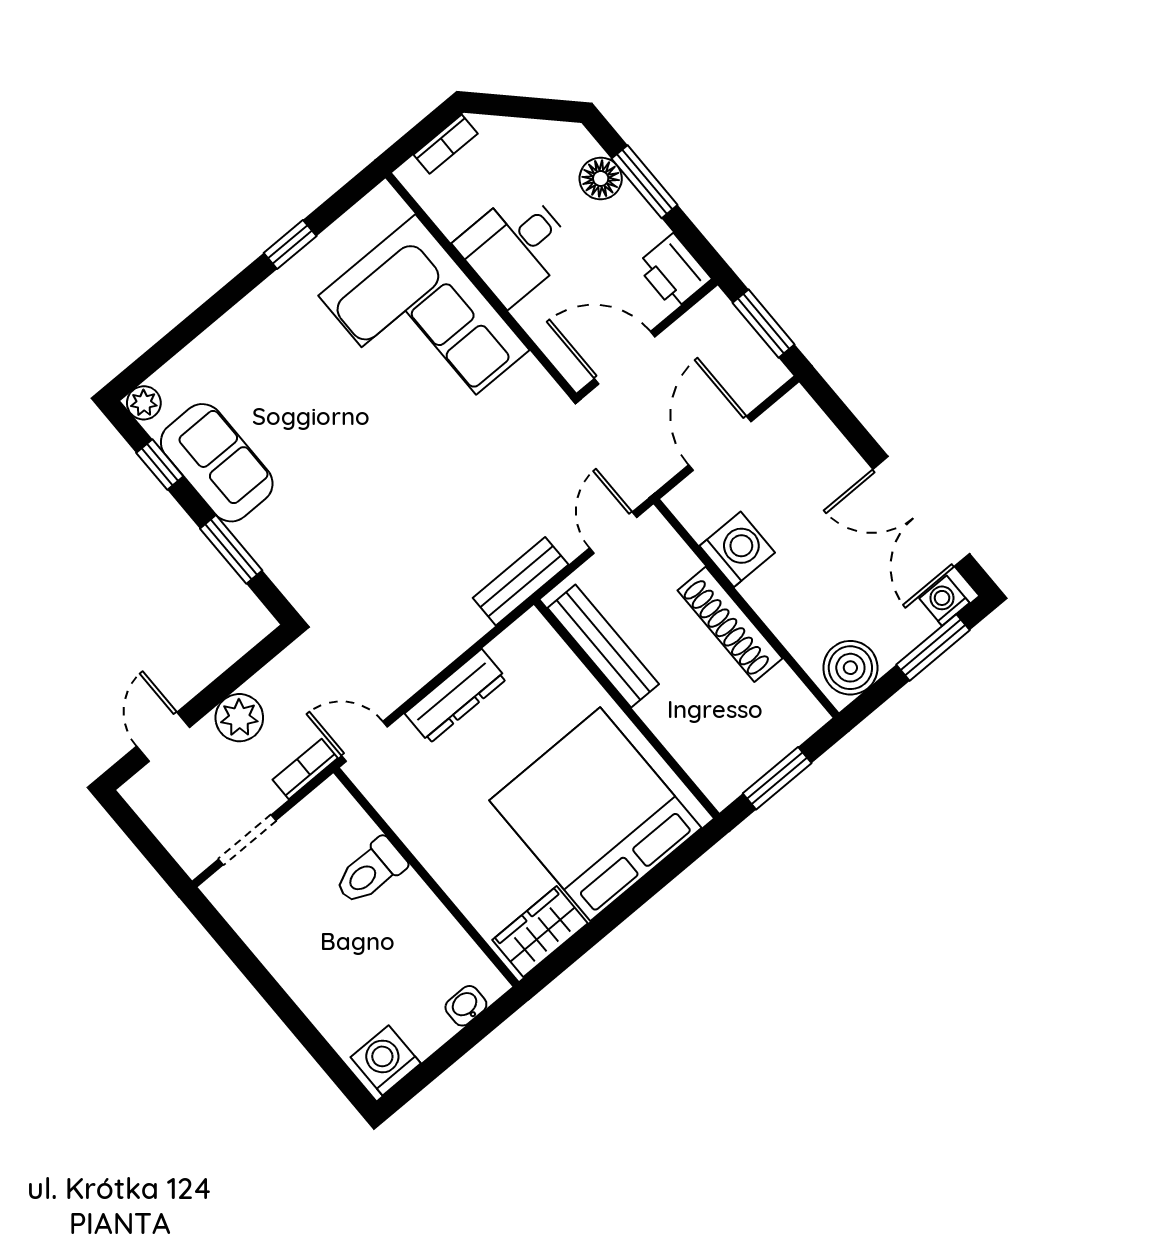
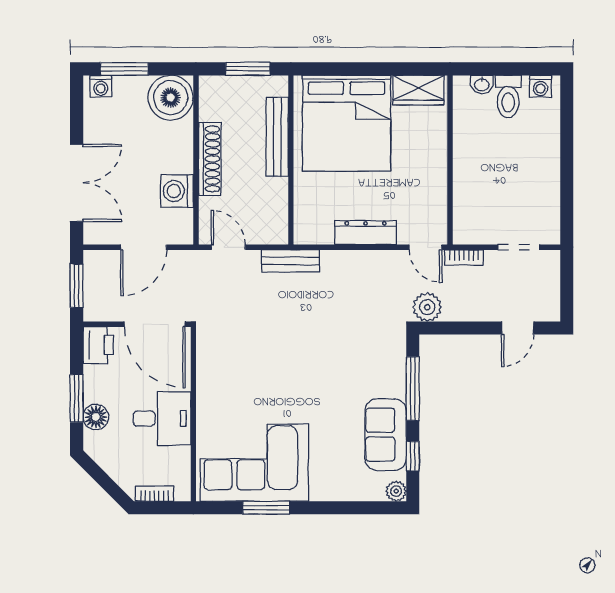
window: (290, 244) -> (266, 508), width x1.50
corner sofa: (424, 323) -> (254, 463), moved, turned -90
door: (625, 358) -> (155, 324), width x1.36
double door: (921, 511) -> (77, 183), moved
door: (613, 533) -> (228, 247), swing flipped
window: (231, 549) -> (413, 389), width x1.44
bench: (603, 646) -> (277, 137), moved
boiler: (850, 668) -> (171, 98), width x1.37, depth x1.37
plant: (239, 718) -> (427, 307), moved
toilet: (370, 872) -> (508, 97), moved, turned 90
washing machine: (386, 1060) -> (540, 86), width x0.73, depth x0.73

